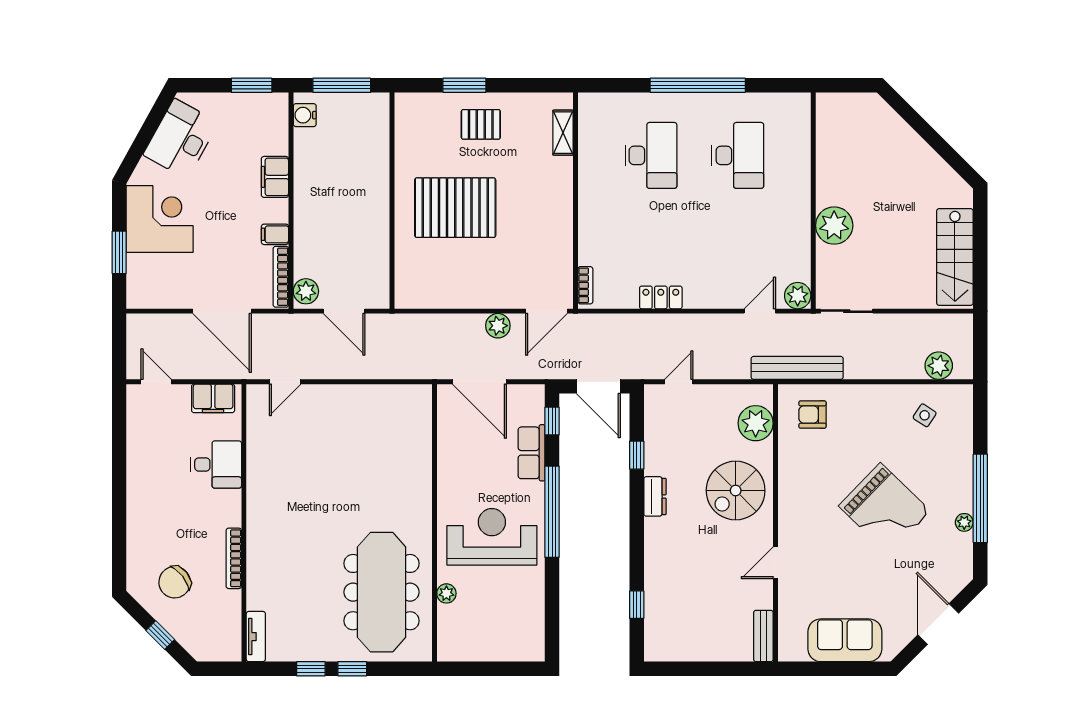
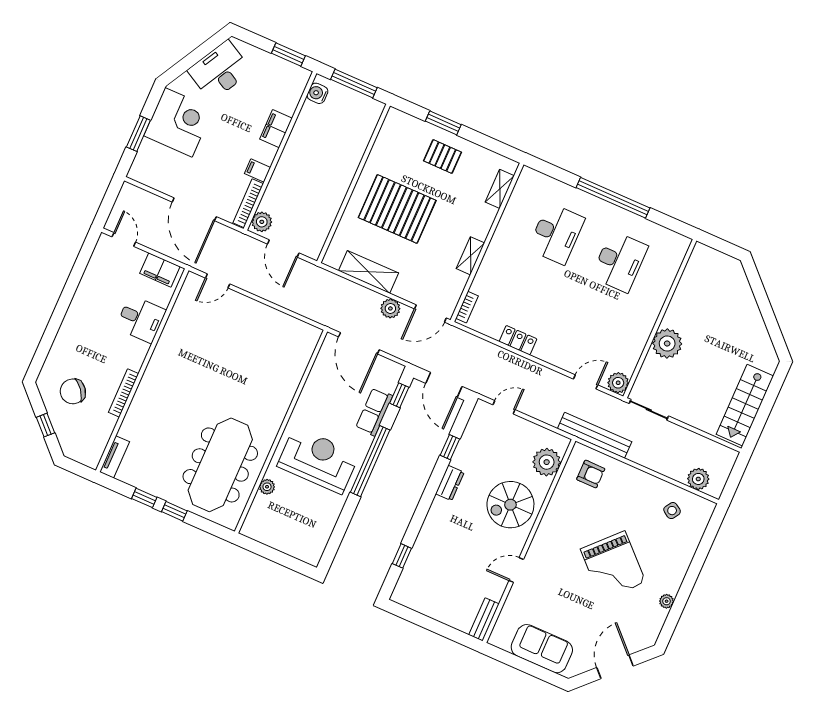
shelving: (563, 224) -> (470, 256), added
shelving: (454, 295) -> (369, 272), added
armchair: (812, 415) -> (591, 474), turned 180
window: (980, 498) -> (686, 589), removed

